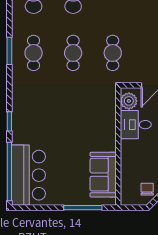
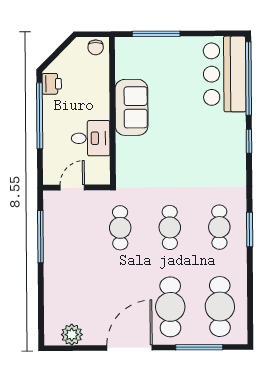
plant: (129, 101) -> (100, 168), removed
sofa: (103, 175) -> (131, 107), moved
chair: (147, 189) -> (96, 47), moved

